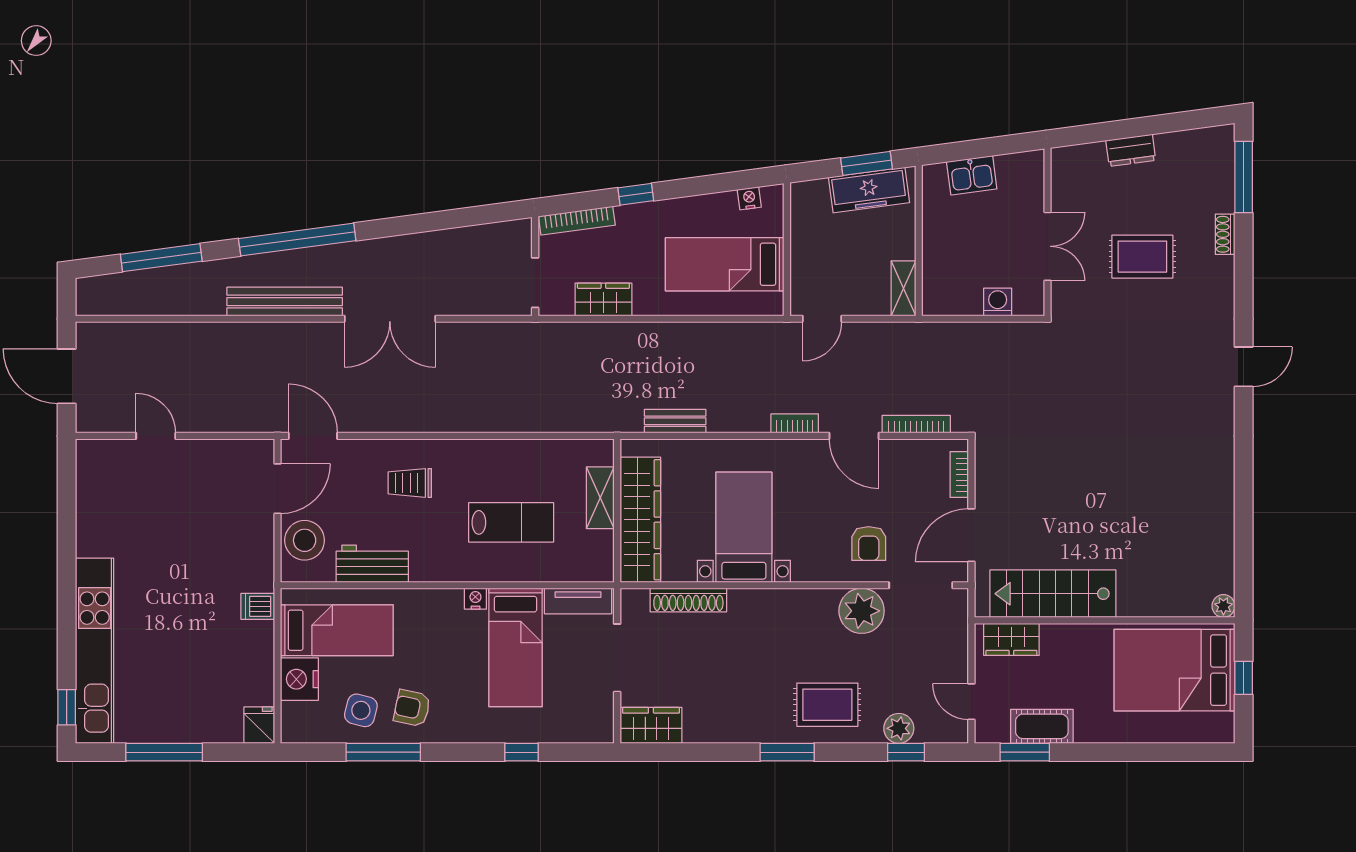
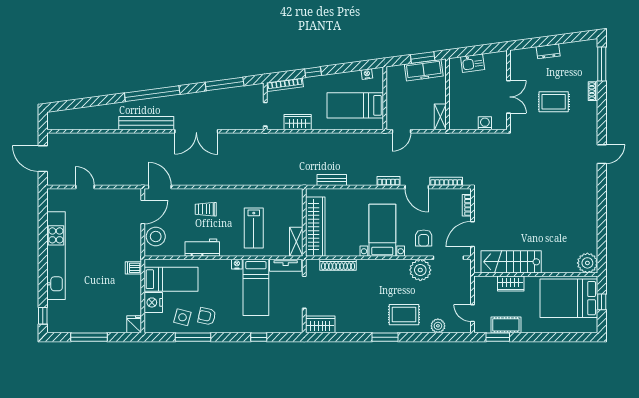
window: (161, 258) -> (225, 84), moved
shelving: (600, 498) -> (296, 242), moved
lab bench: (511, 522) -> (254, 228), turned 90
bed with nightstands: (744, 527) -> (382, 230), moved
workbench: (372, 564) -> (202, 248), moved
plant: (1223, 606) -> (587, 263), width x1.88, depth x1.88
wardrobe: (1011, 639) -> (511, 284), moved
kitchen unit: (95, 651) -> (56, 256), moved
window: (906, 752) -> (441, 337), removed

